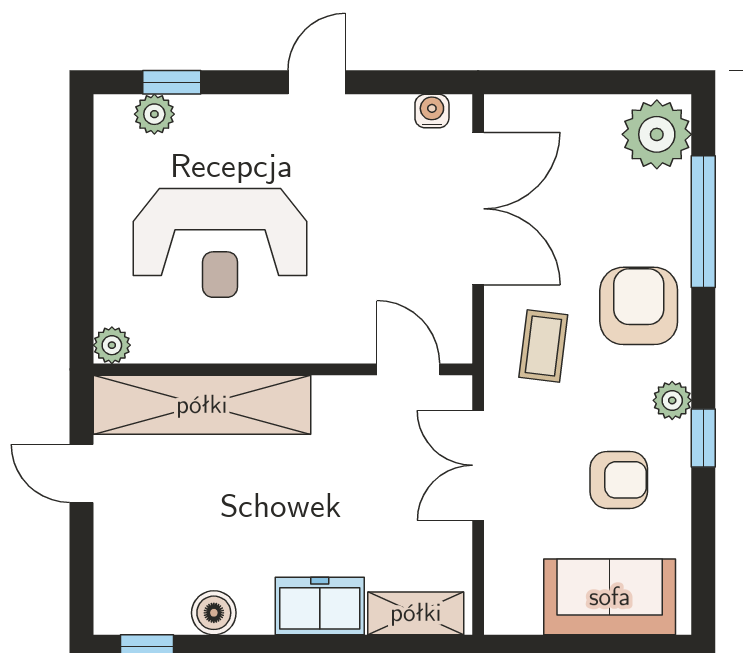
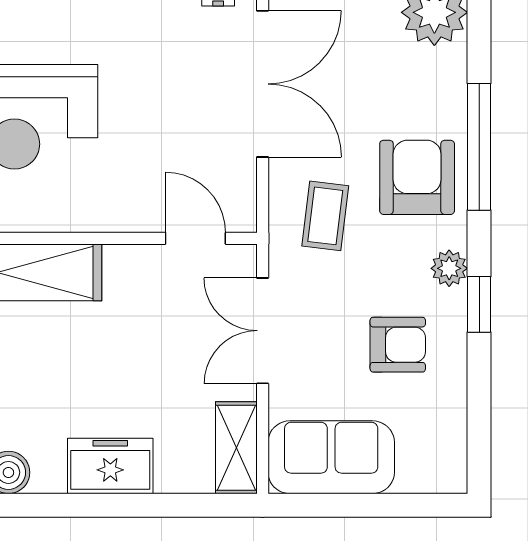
window: (703, 222) -> (479, 147), moved
sofa: (610, 597) -> (331, 457), moved
shelving: (416, 613) -> (236, 448), moved, turned 90

